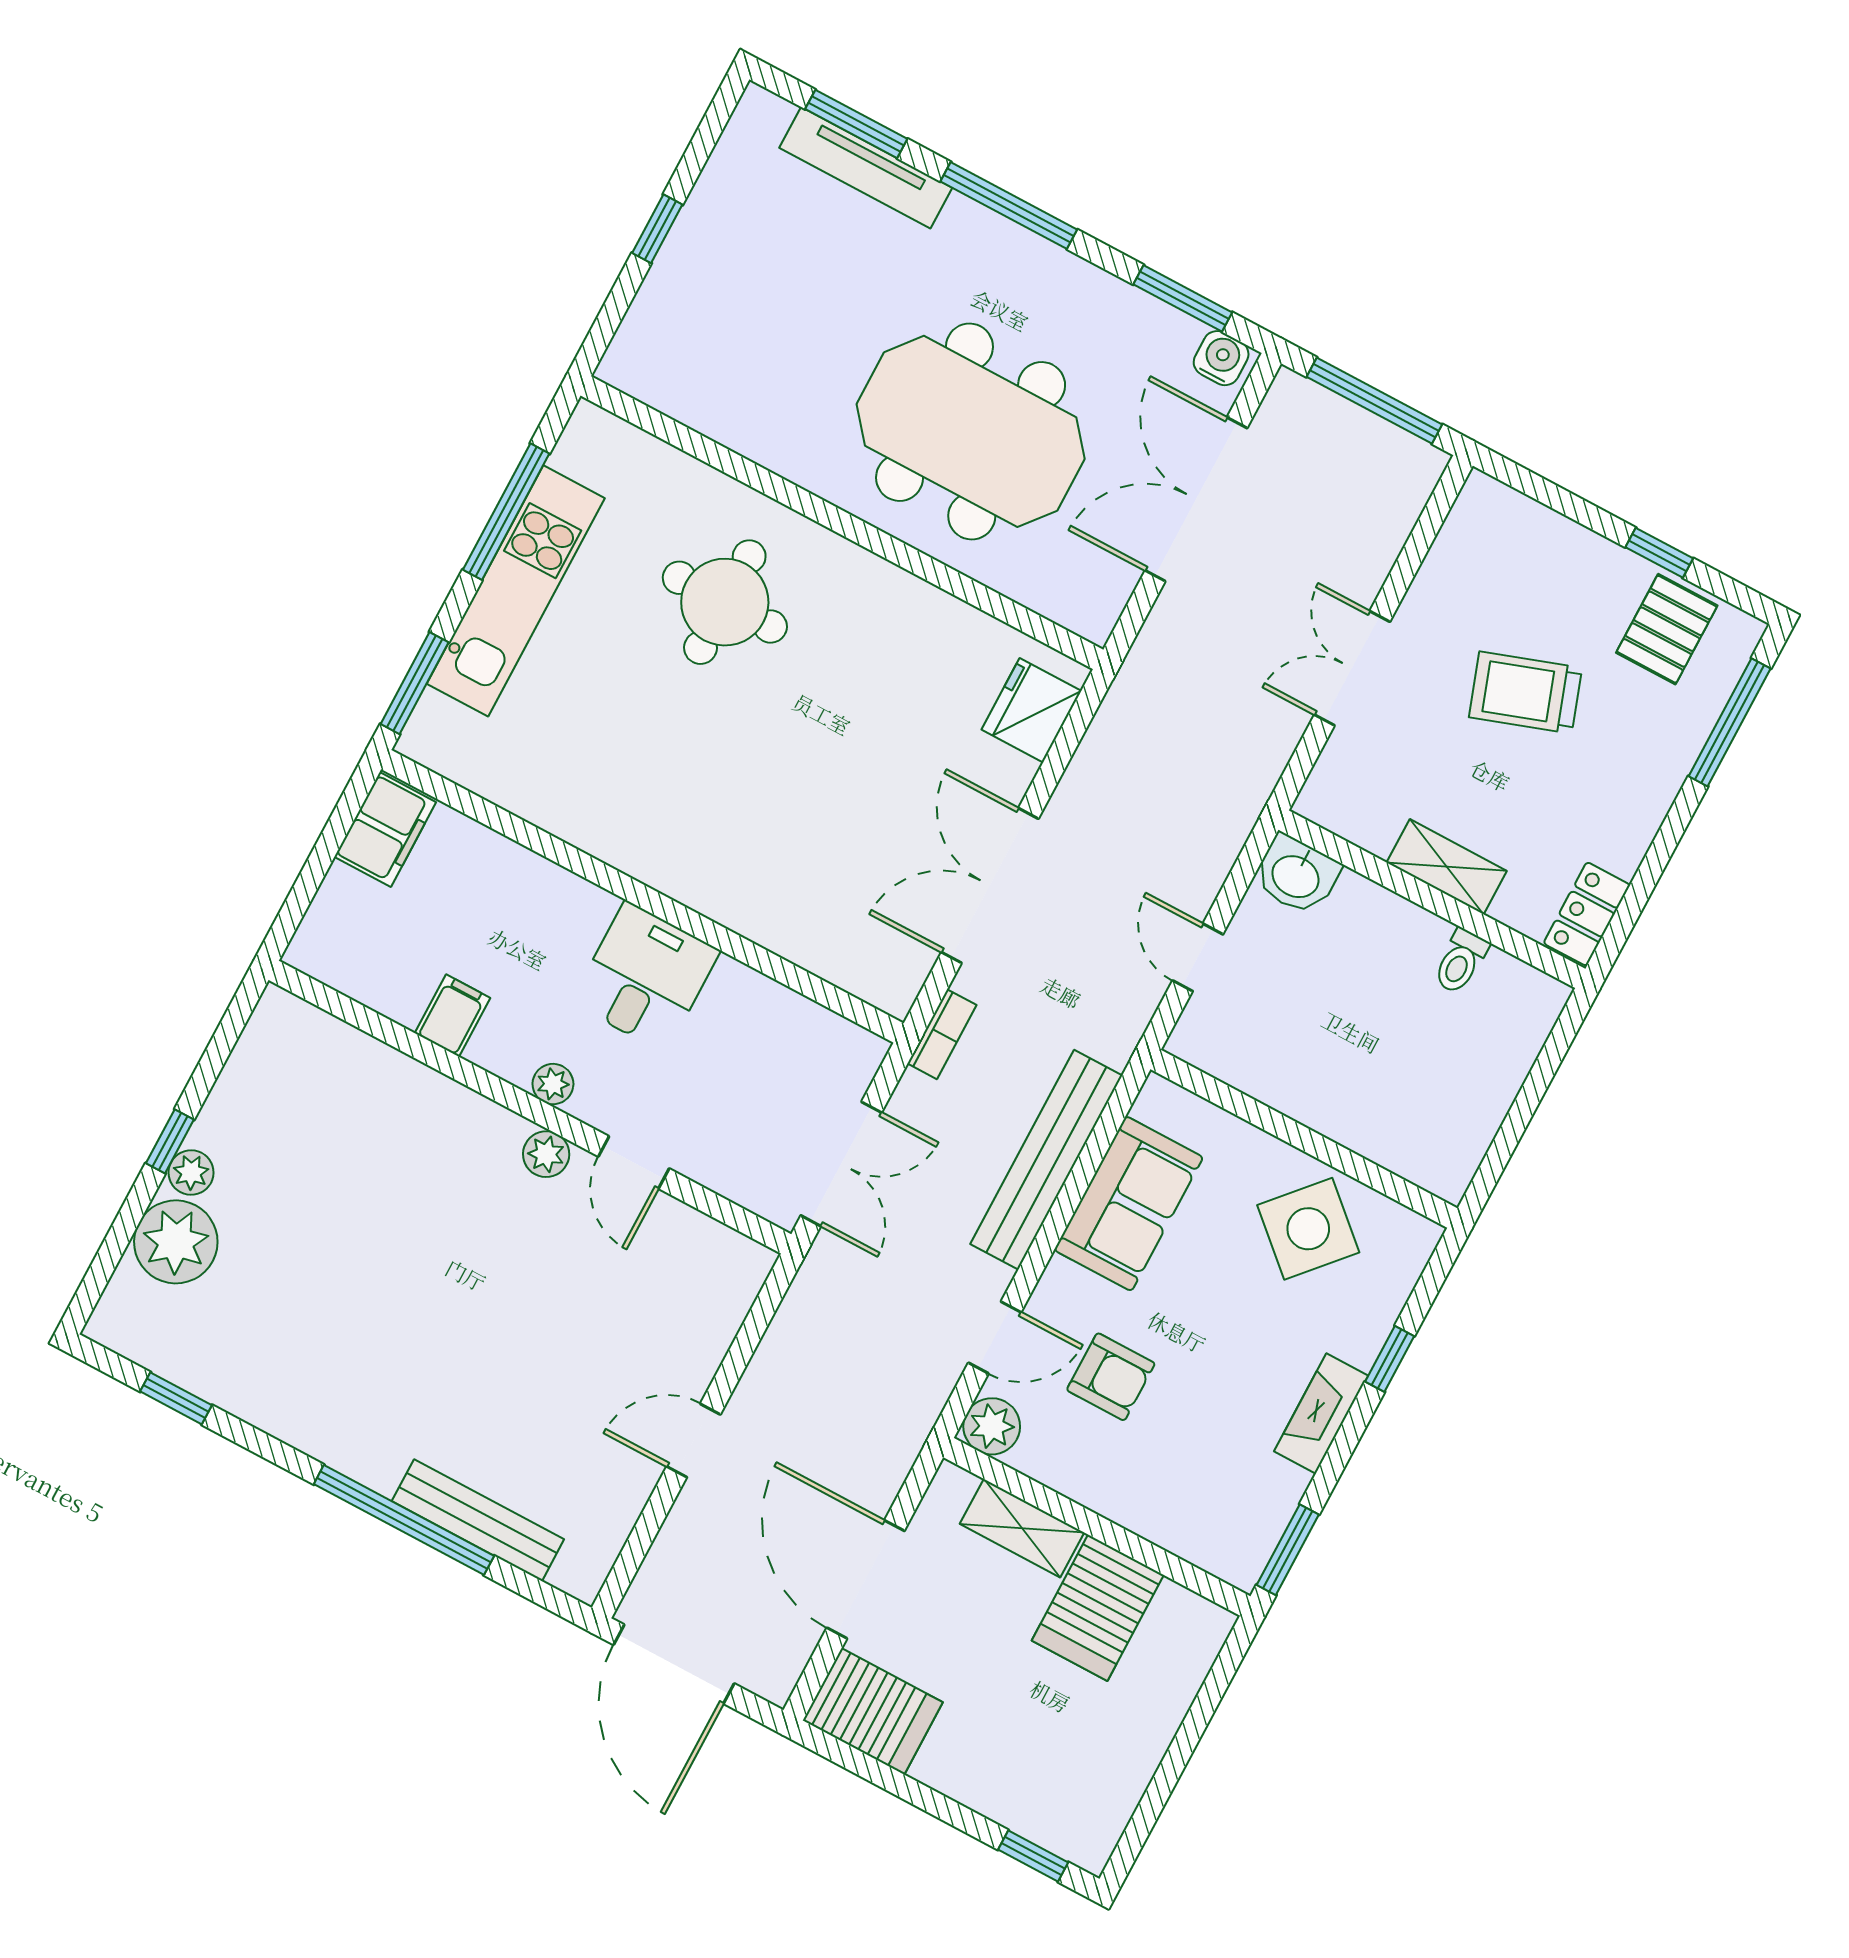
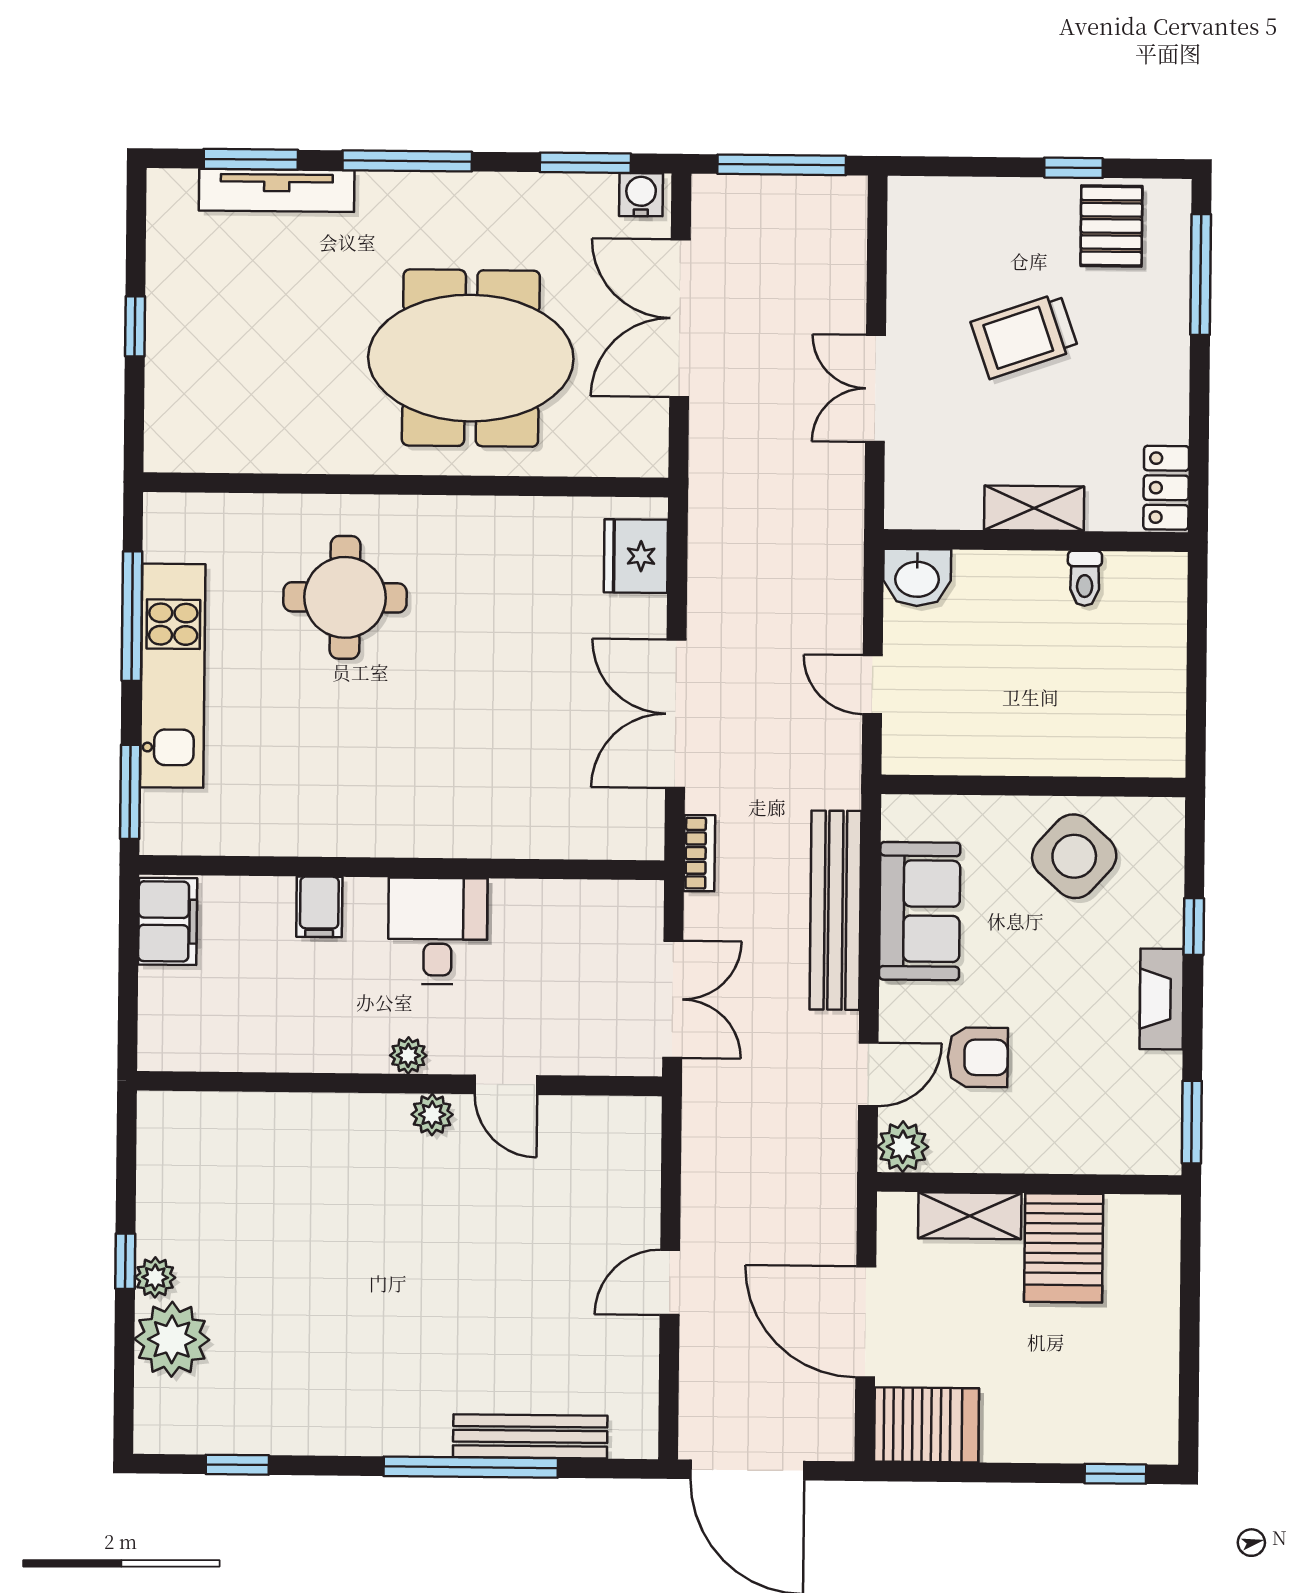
filing cabinet: (453, 1015) -> (319, 907), moved, turned 180

